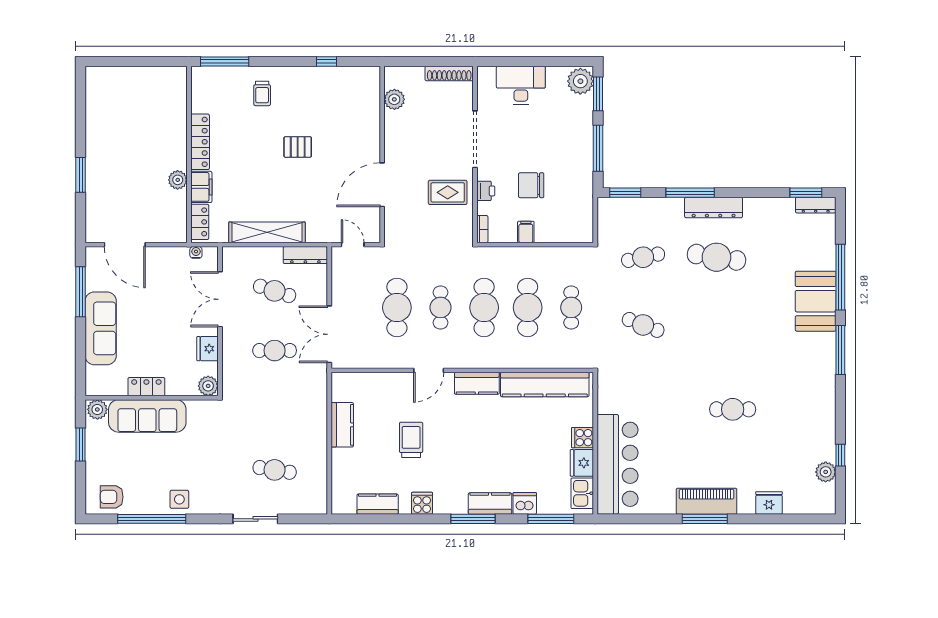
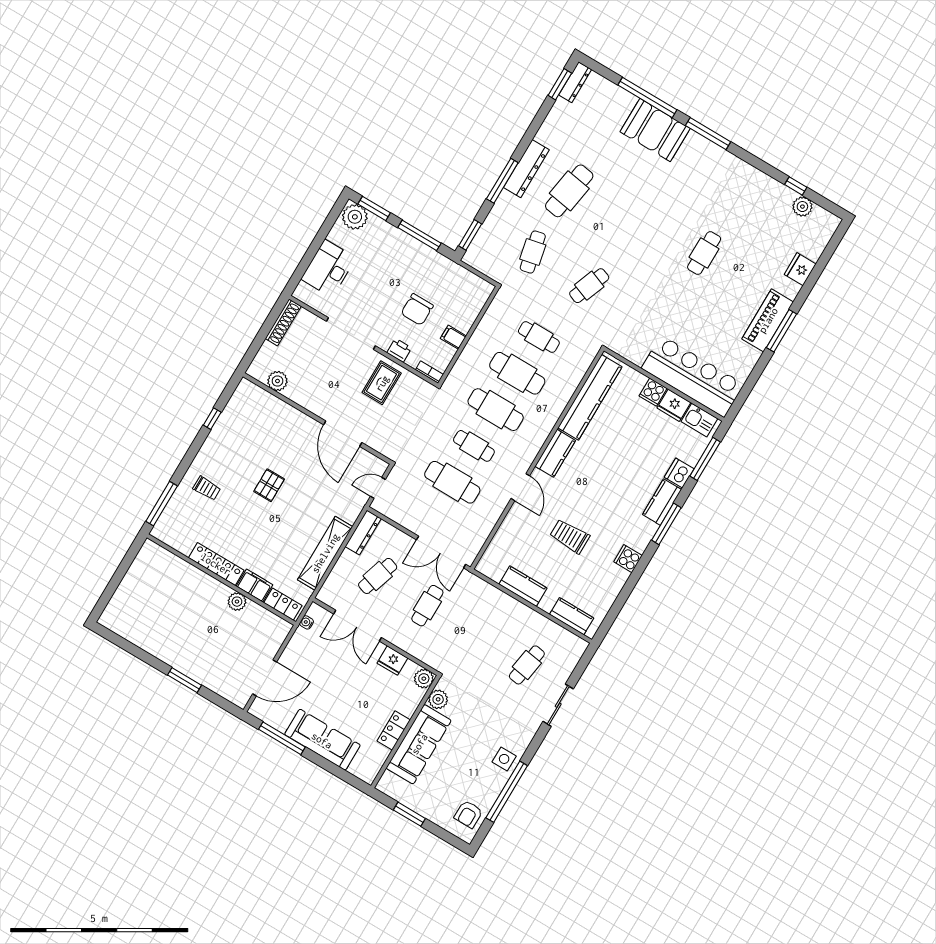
plant: (97, 409) -> (438, 699), moved
kitchen counter: (378, 504) -> (572, 616), moved, turned 90

